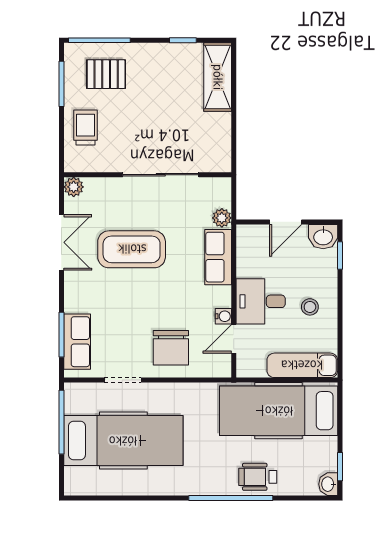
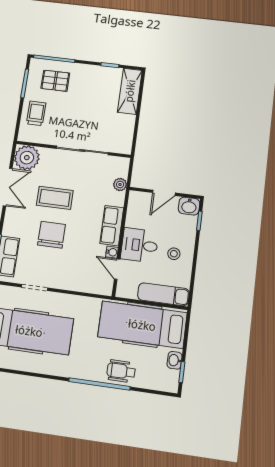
plant: (74, 187) -> (27, 158), width x1.88, depth x1.88
coffee table: (132, 249) -> (55, 198), width x0.73, depth x0.76
row of seats: (218, 257) -> (112, 226), moved
door: (234, 339) -> (117, 269), hinge flipped
chair: (171, 348) -> (52, 235), moved, turned 180
washbasin: (328, 484) -> (175, 360), moved

